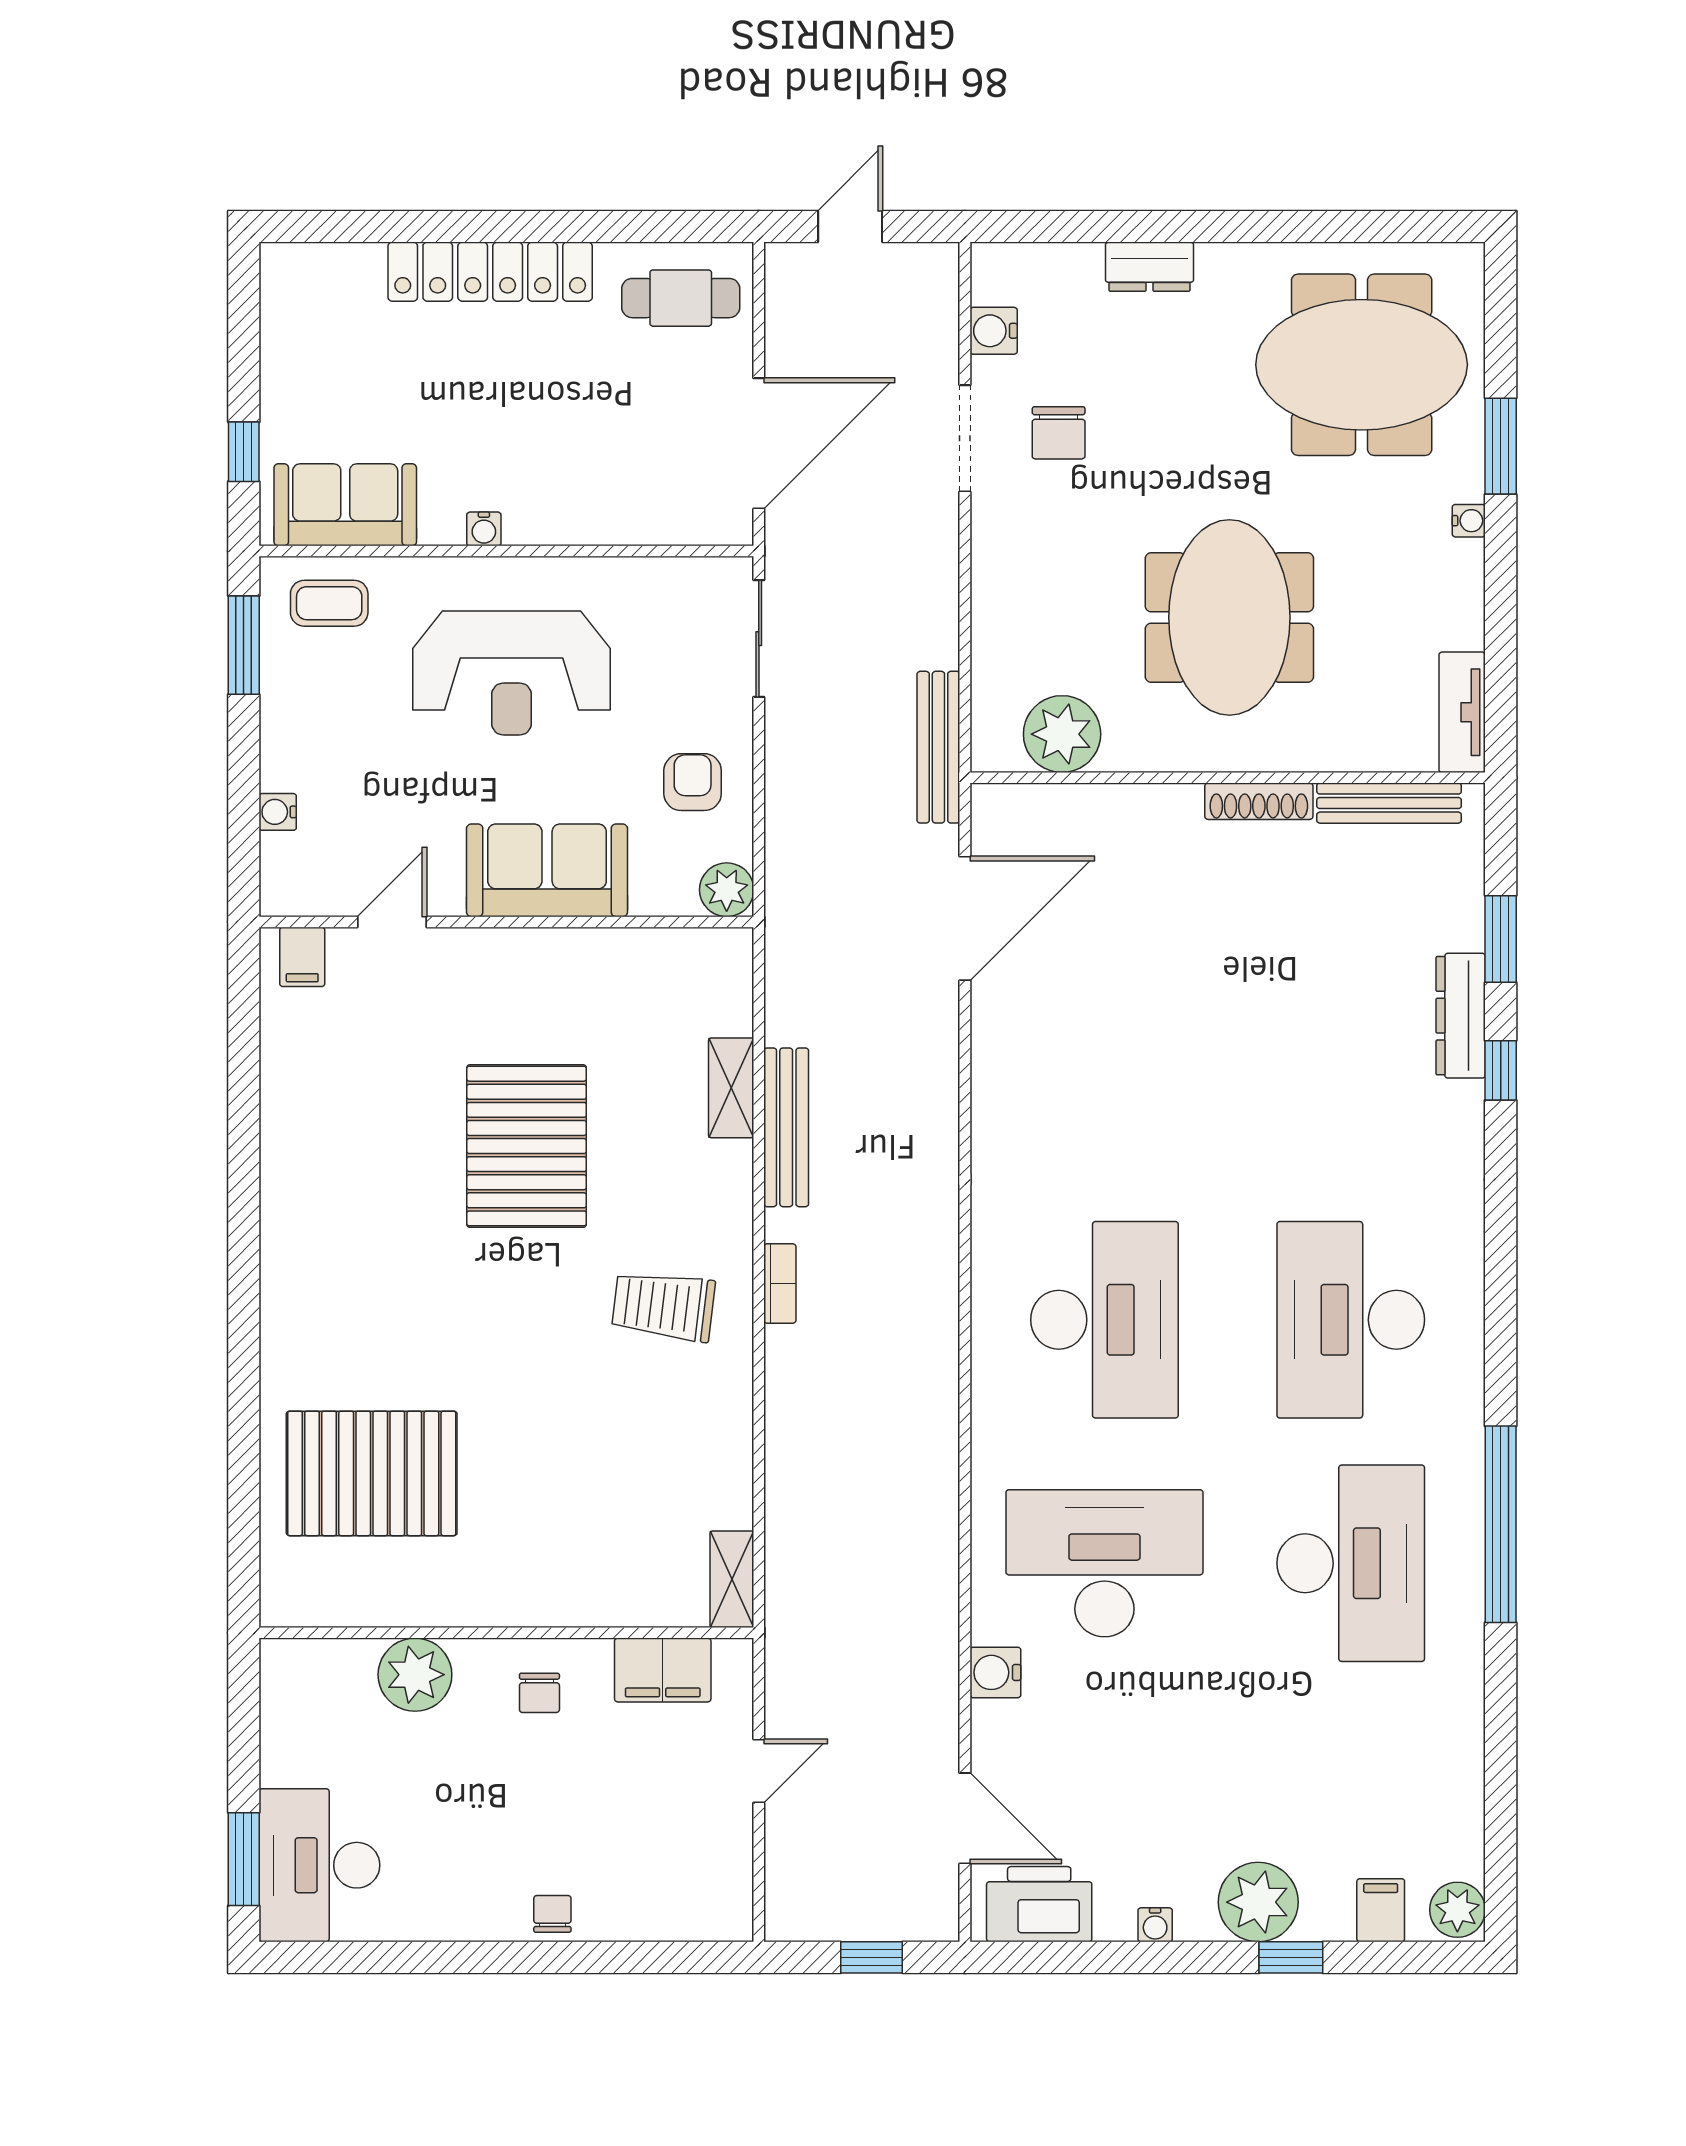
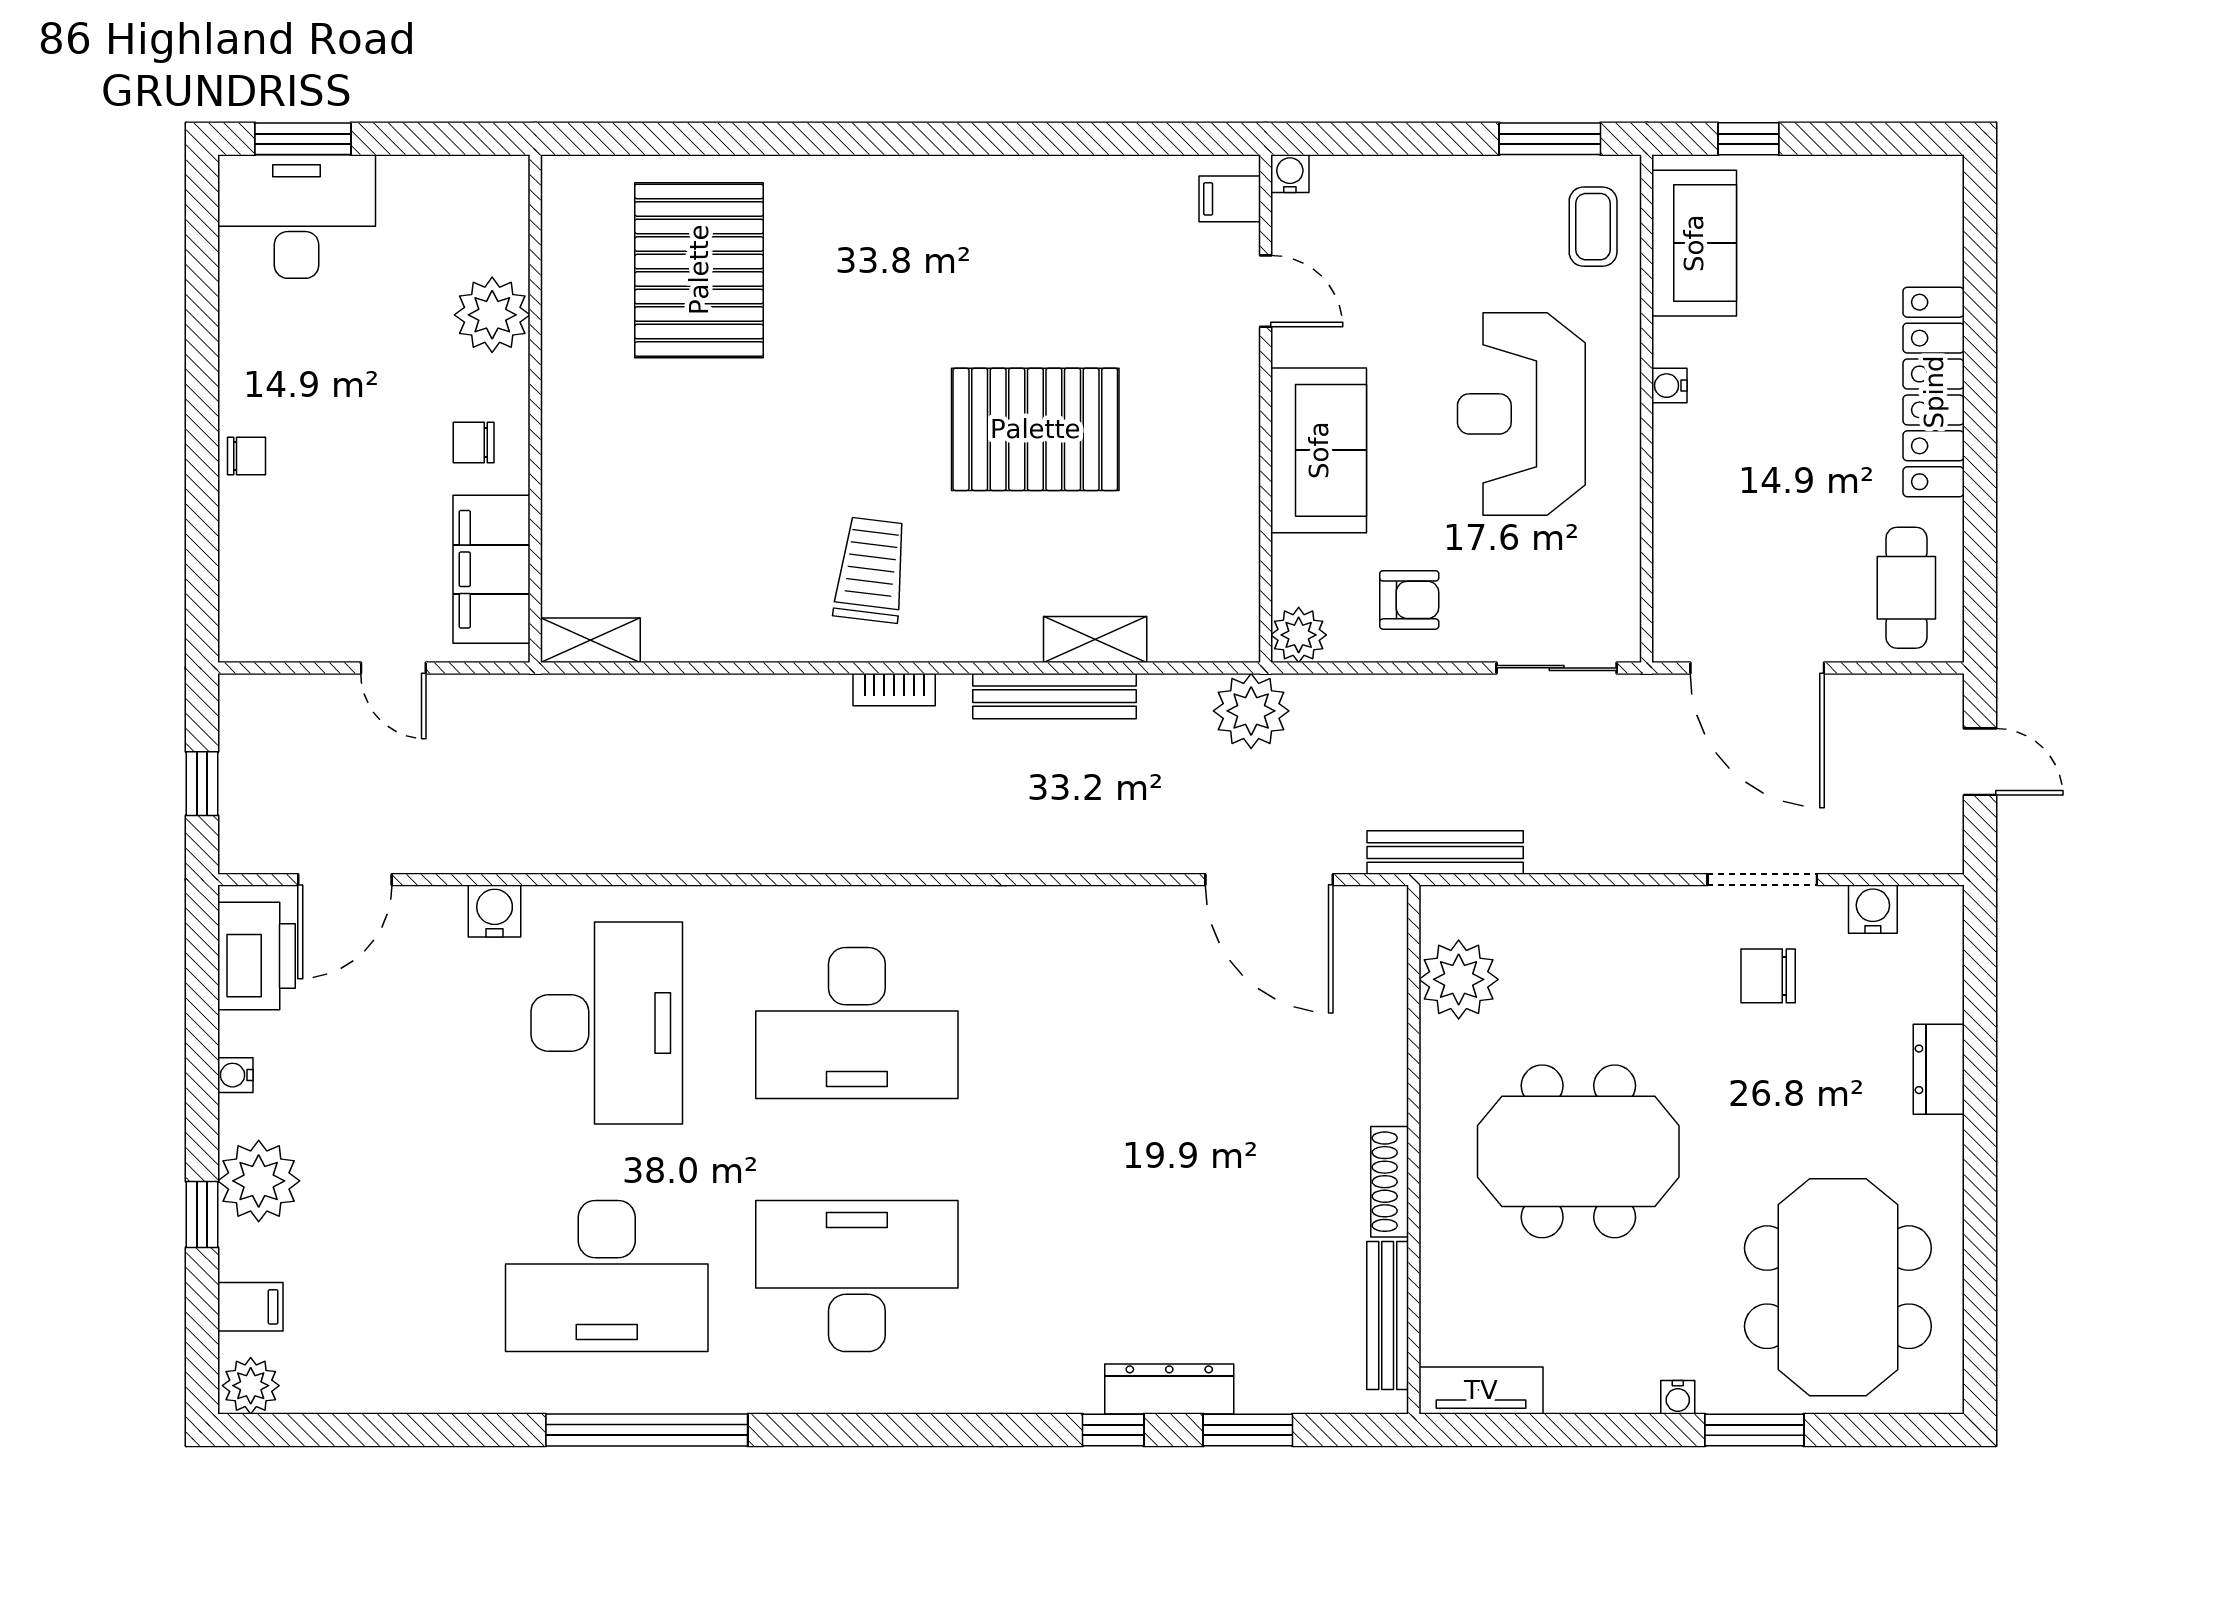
water cooler: (278, 812) -> (1290, 174), moved
plant: (801, 936) -> (1251, 711), added
filing cabinet: (663, 1670) -> (492, 569), width x1.50, depth x1.17

